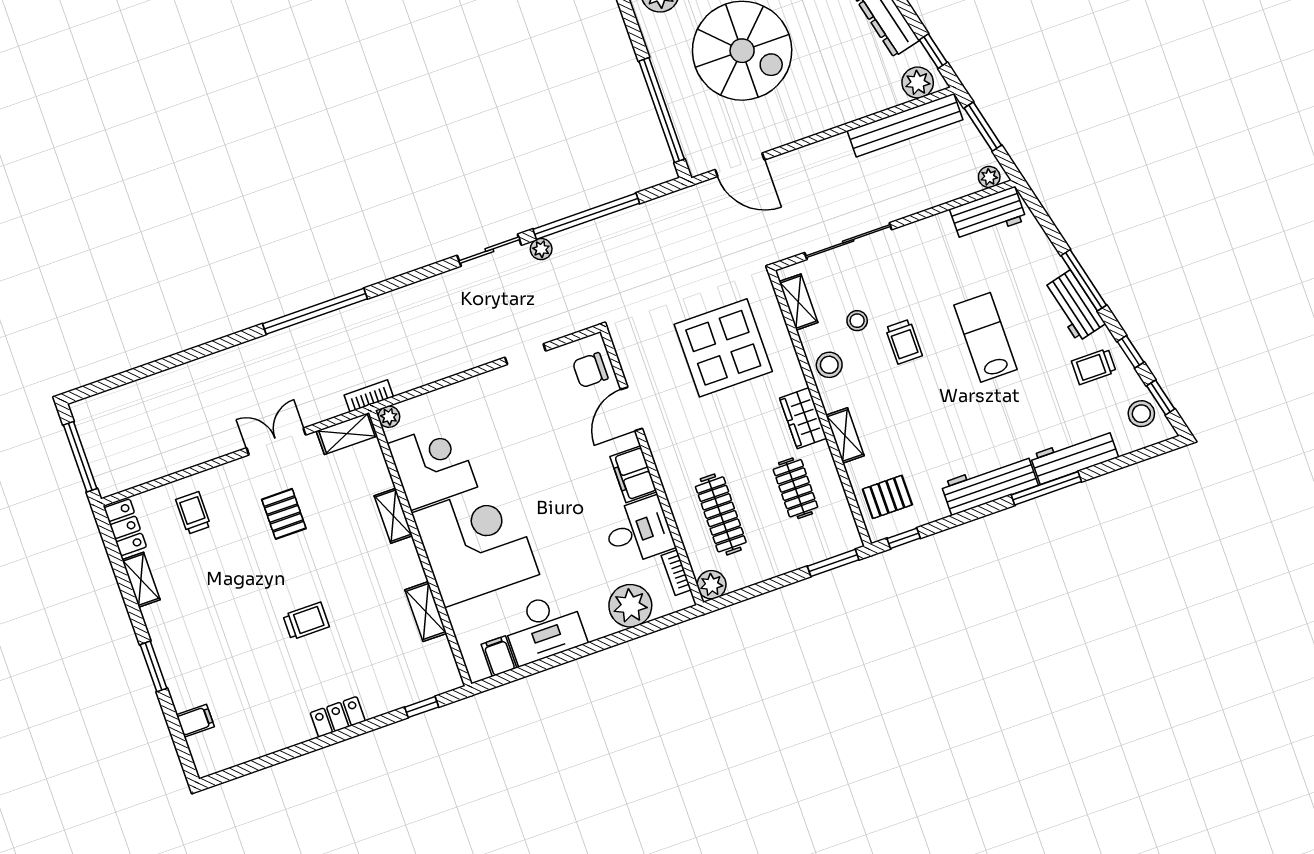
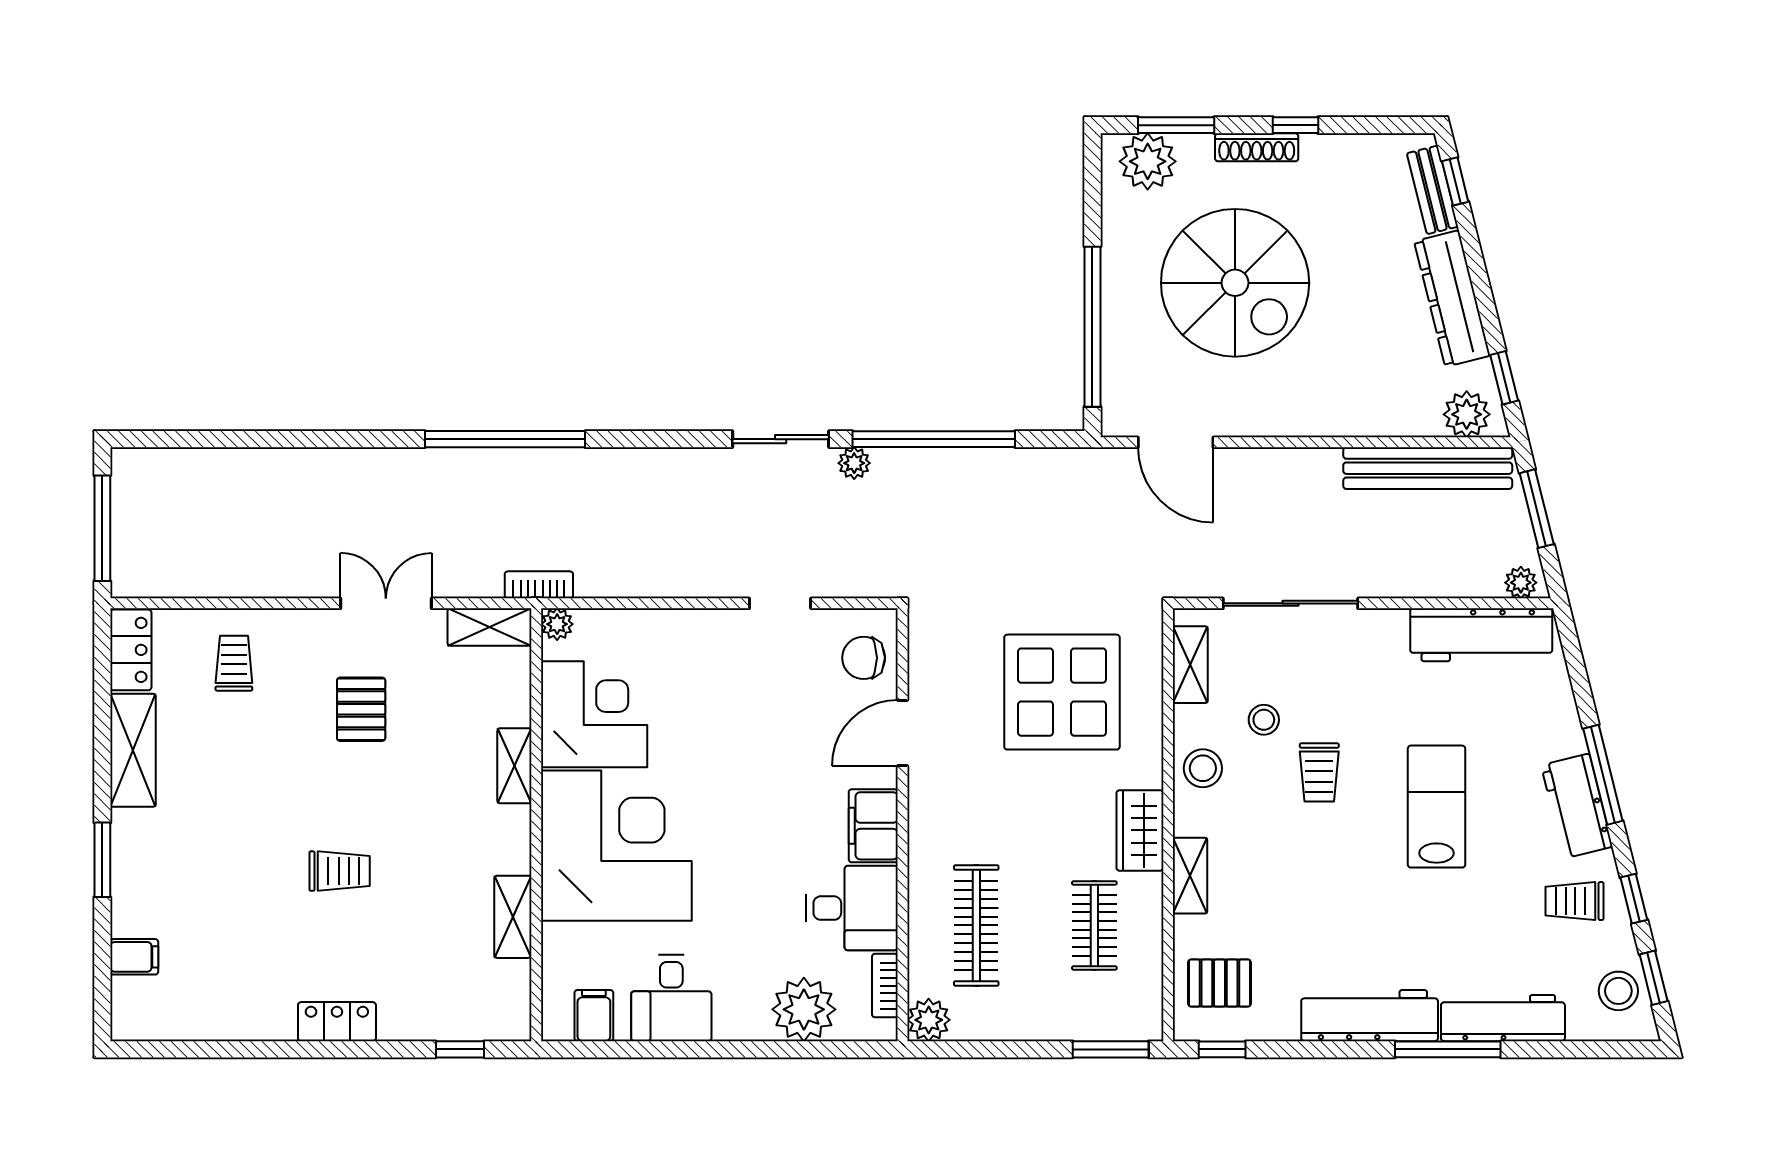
workbench: (988, 214) -> (1481, 635), width x1.38
shelving: (141, 580) -> (133, 750), width x1.50, depth x1.33
desk: (544, 628) -> (671, 998), width x0.73

